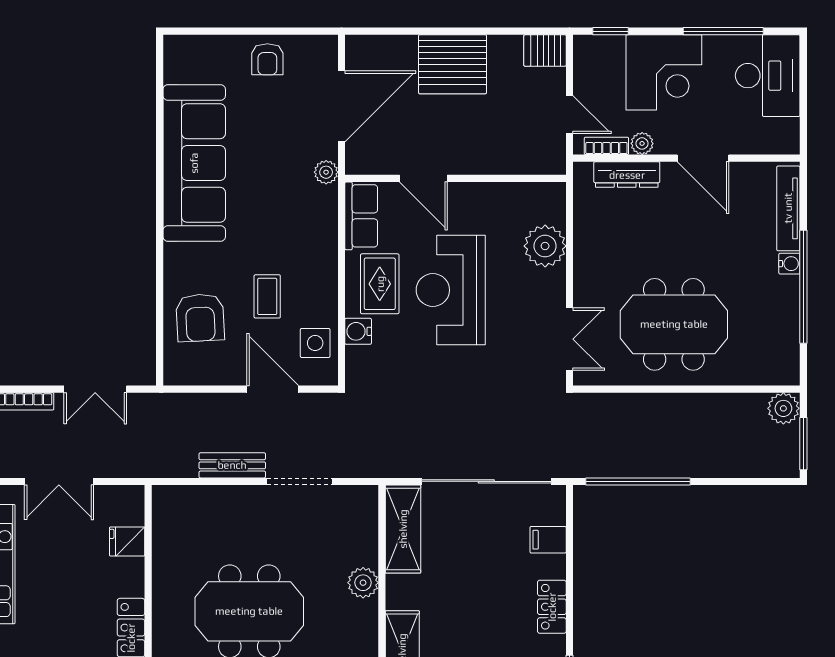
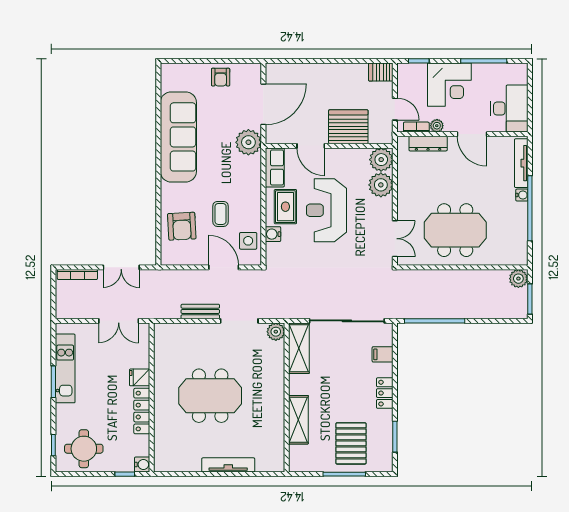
server rack: (453, 64) -> (348, 127), moved, turned 180
desk: (768, 76) -> (509, 109), moved
plant: (326, 172) -> (248, 142), width x1.87, depth x1.87
plant: (546, 202) -> (381, 160), added
double door: (59, 481) -> (119, 321), moved
fridge: (127, 541) -> (140, 377), moved
plant: (363, 583) -> (276, 332), moved

